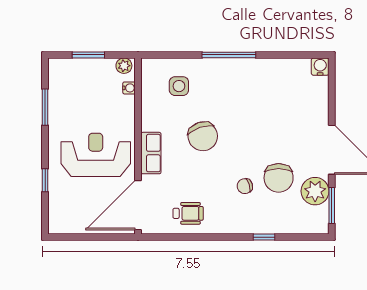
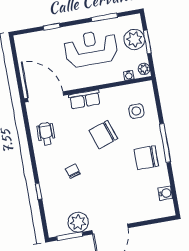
water cooler: (320, 67) -> (165, 193), moved
plant: (82, 72) -> (134, 39), added
reception desk: (96, 155) -> (91, 48), moved, turned -90
chair: (279, 178) -> (146, 158), moved
wheelchair: (188, 213) -> (46, 134), turned 180

